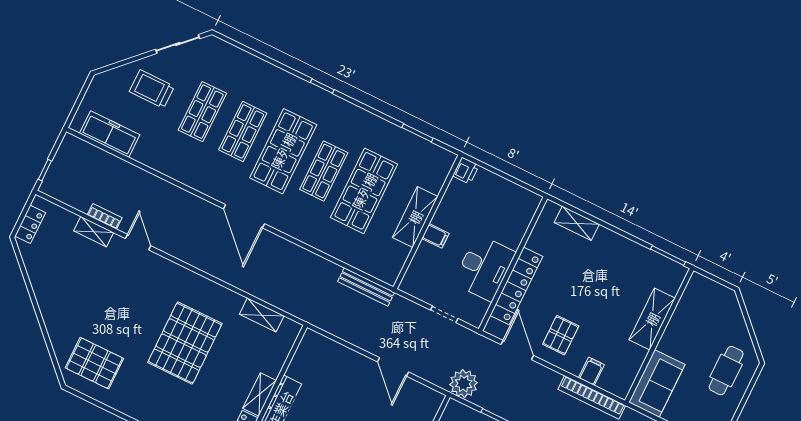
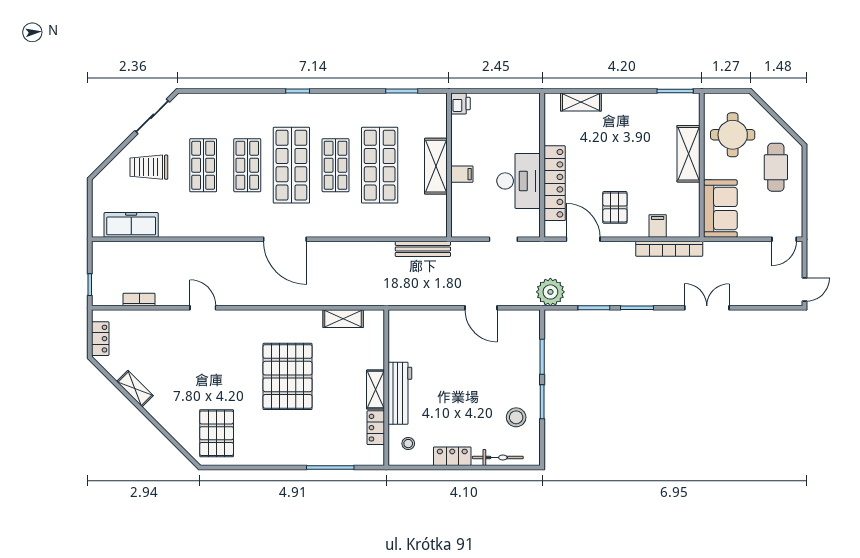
bookcase: (105, 216) -> (139, 299), moved
shelving: (94, 232) -> (135, 389), moved, turned 45
round table: (701, 321) -> (733, 135), added
pallet: (94, 363) -> (217, 433), turned 90

